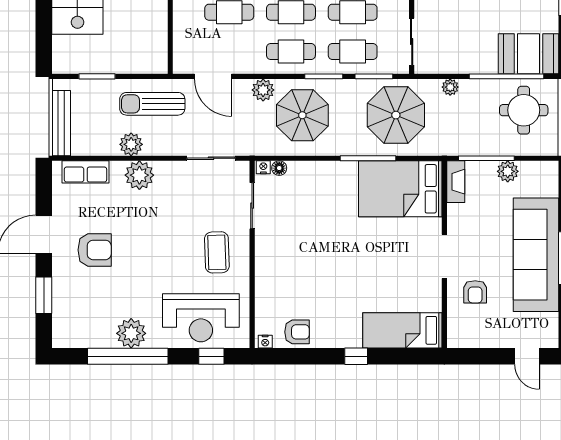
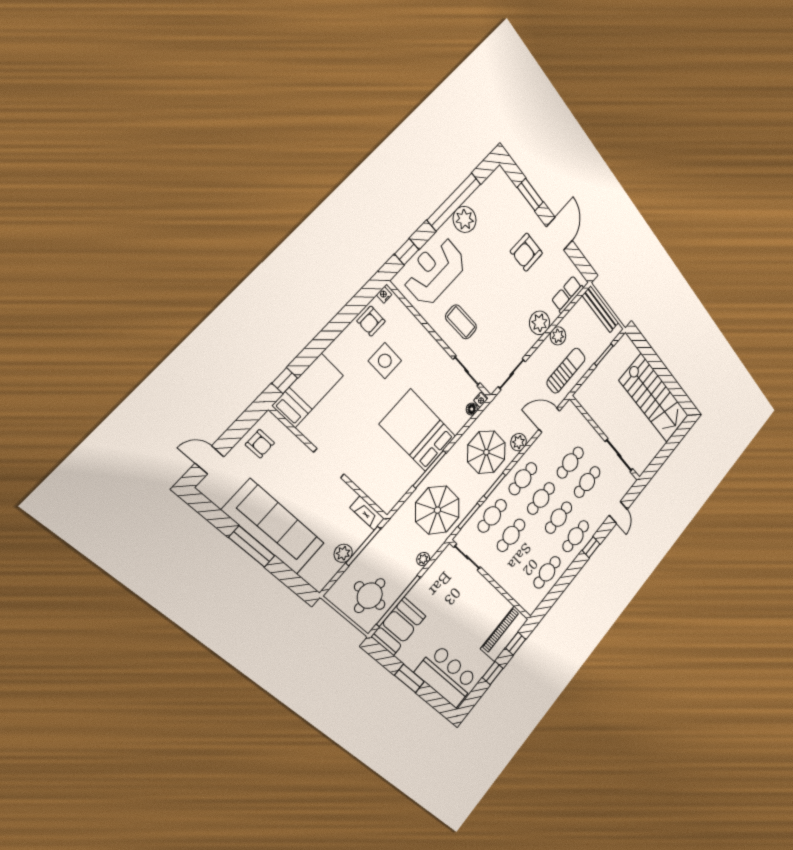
bed: (400, 189) -> (418, 430), moved, turned -90
side table: (317, 289) -> (385, 361), added
armchair: (475, 292) -> (260, 444), moved, turned 180
window: (356, 356) -> (285, 381), moved

